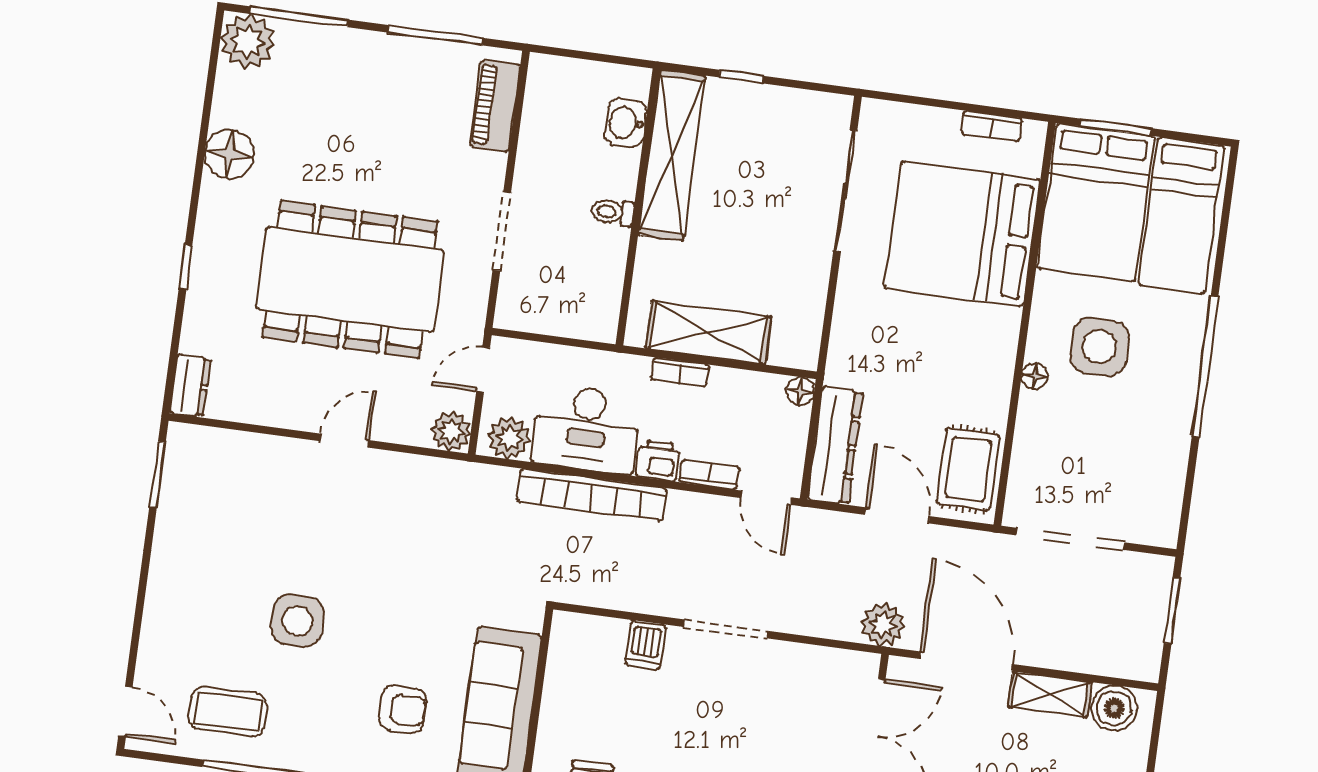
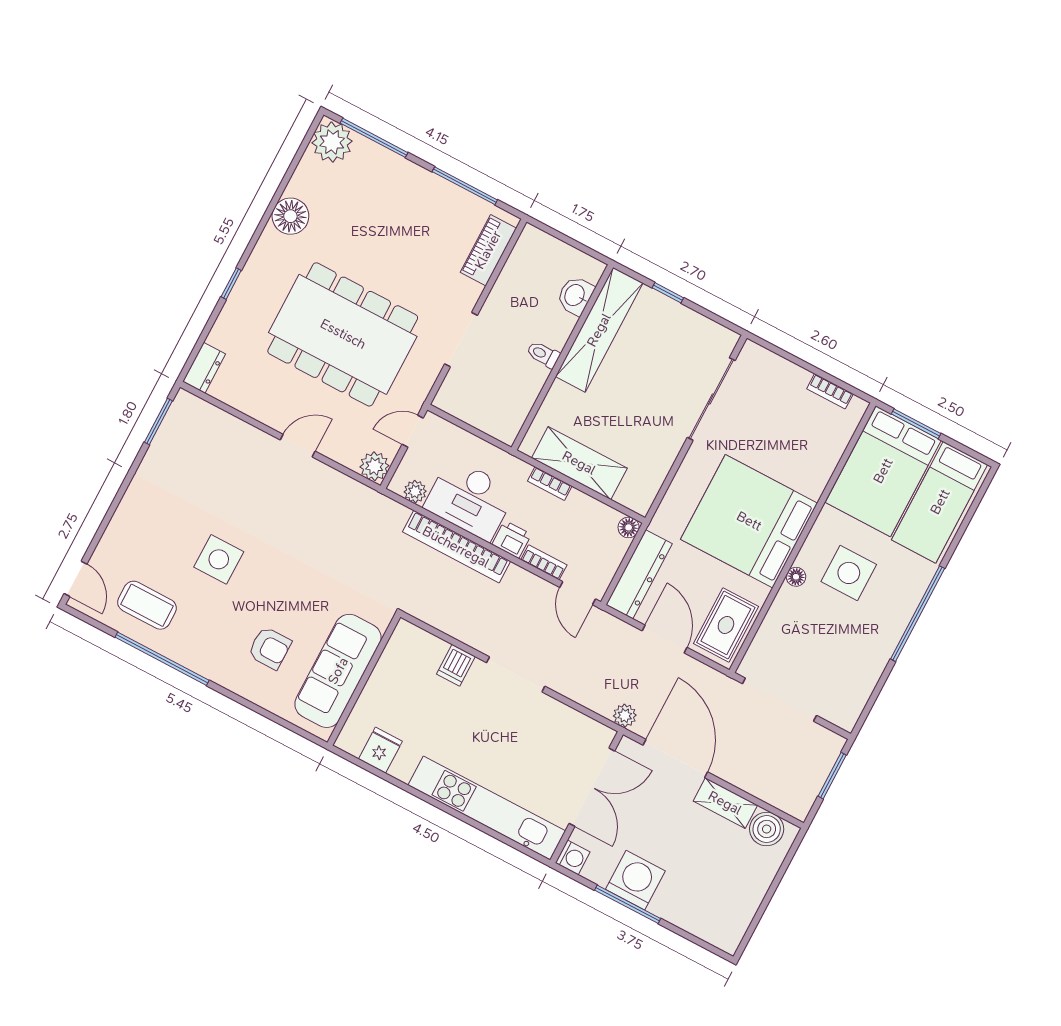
bed: (962, 234) -> (749, 521), moved
plant: (509, 438) -> (415, 492), width x0.73, depth x0.73
plant: (883, 625) -> (625, 716), width x0.73, depth x0.73

